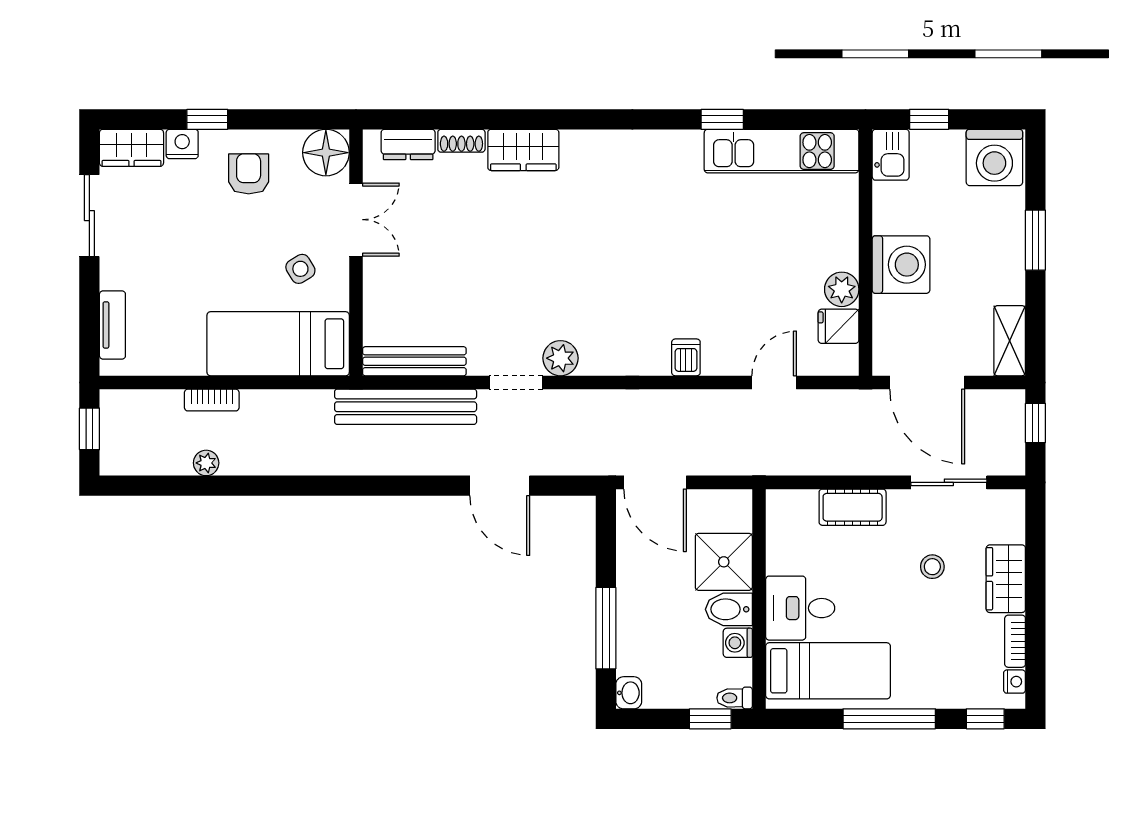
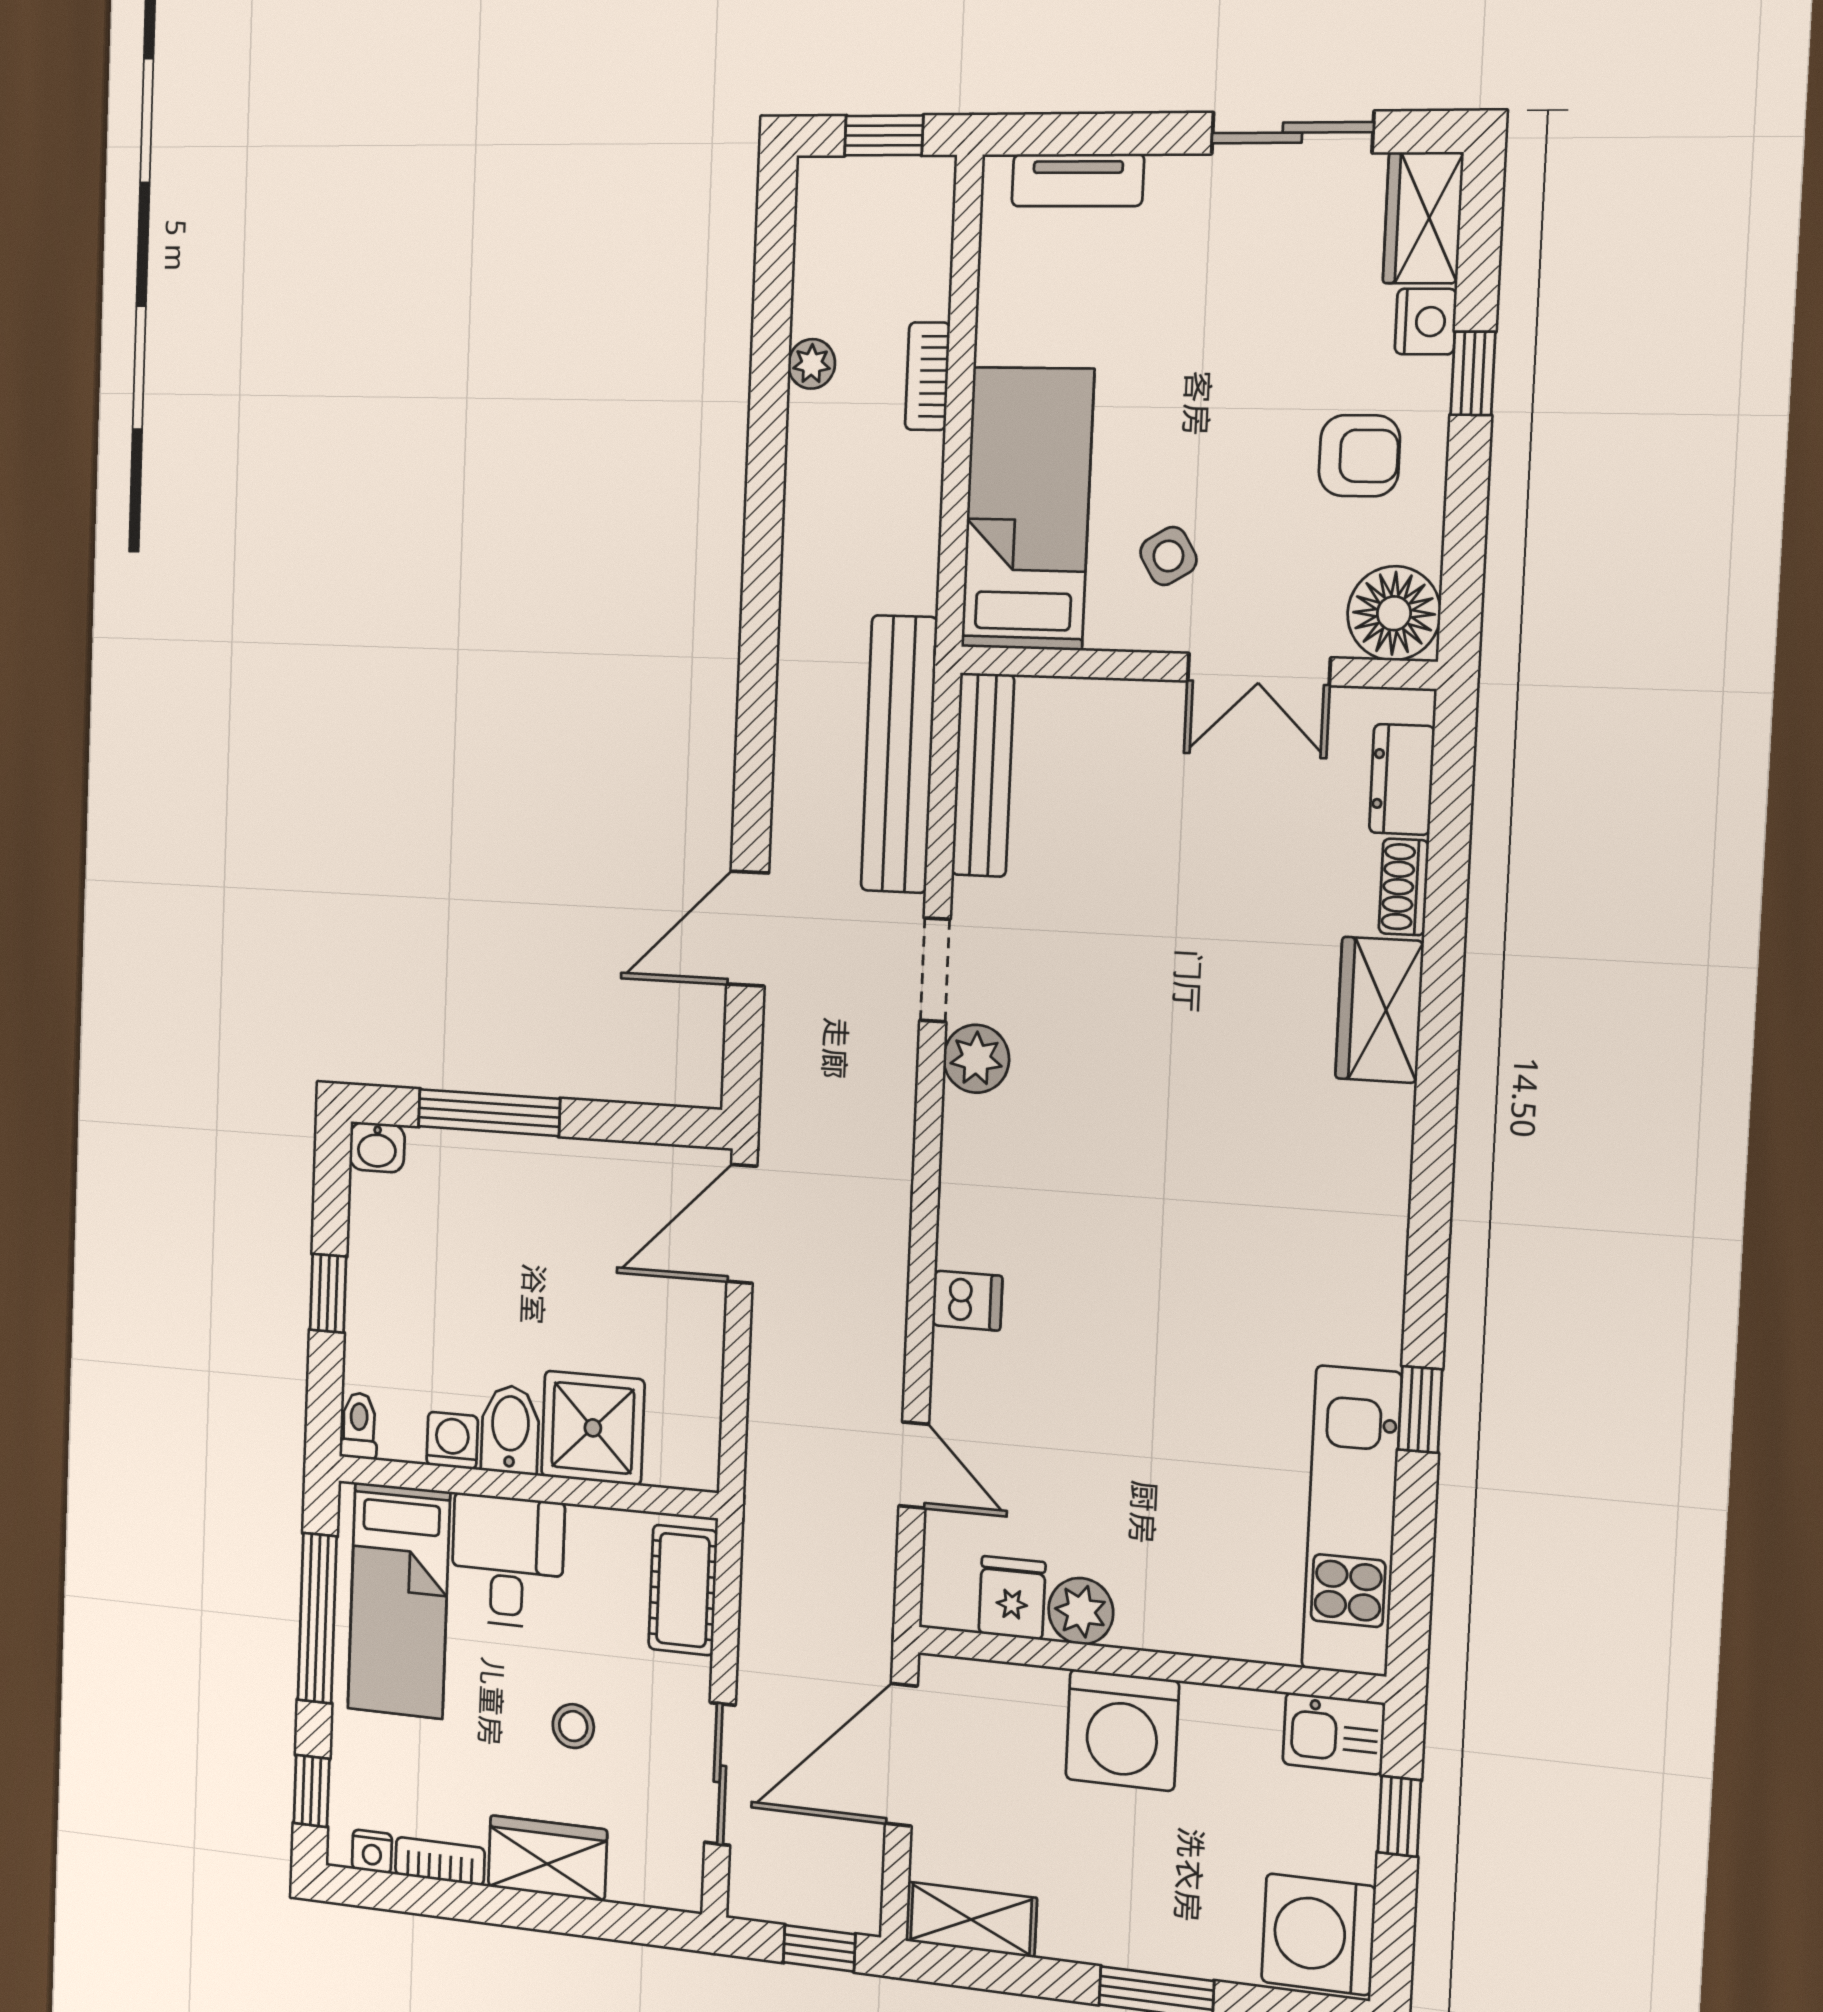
shower: (724, 562) -> (593, 1428), moved
wall: (759, 599) -> (526, 1487), moved
desk: (800, 608) -> (508, 1561), moved
bidet: (729, 609) -> (510, 1429), moved
washing machine: (738, 643) -> (452, 1441), moved
bed: (828, 671) -> (399, 1600), moved
toilet: (735, 698) -> (359, 1426), moved

